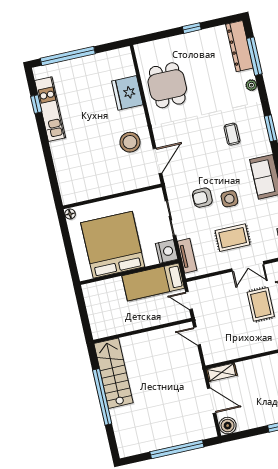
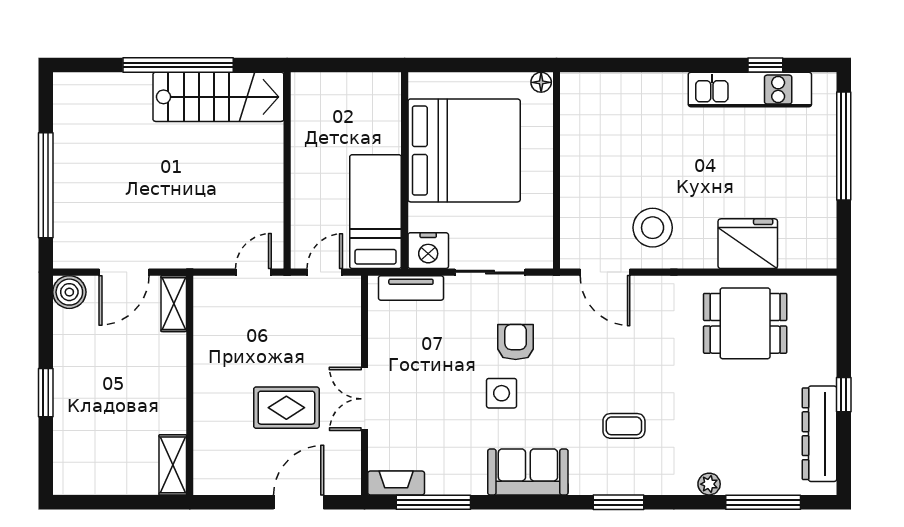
dresser: (239, 46) -> (820, 434), moved, turned -90
rug: (233, 238) -> (426, 382), removed

